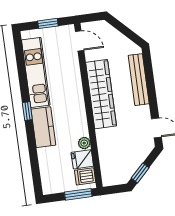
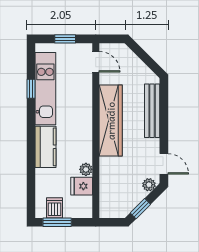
window: (27, 111) -> (31, 89), moved
plant: (145, 149) -> (149, 185), added
dishwasher: (85, 176) -> (55, 208), moved, turned 90
window: (78, 194) -> (57, 222), moved

